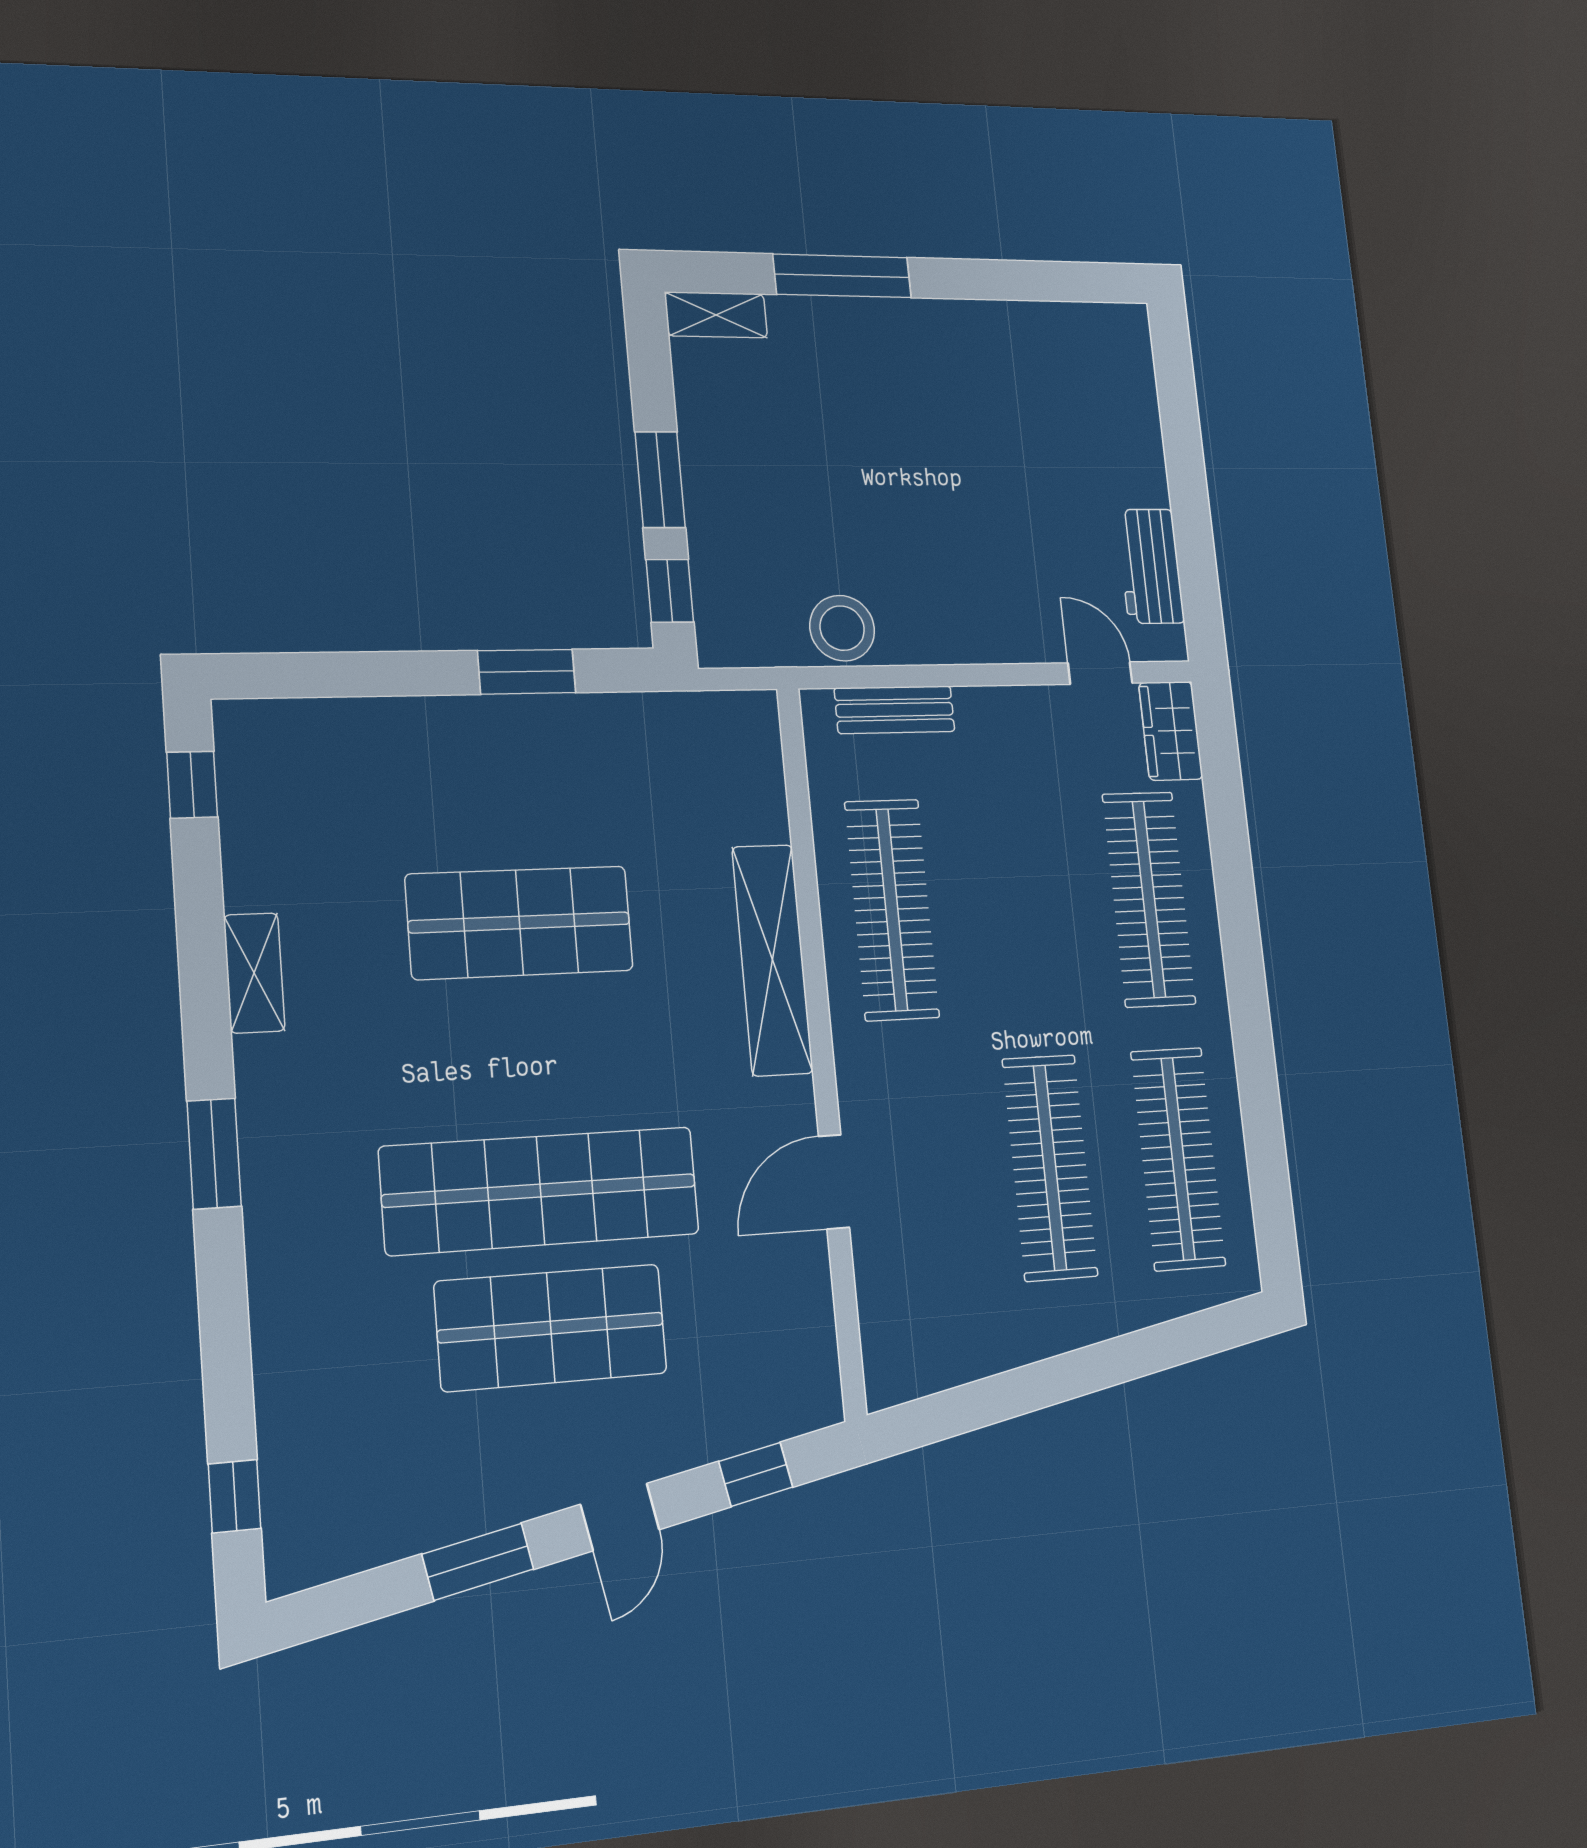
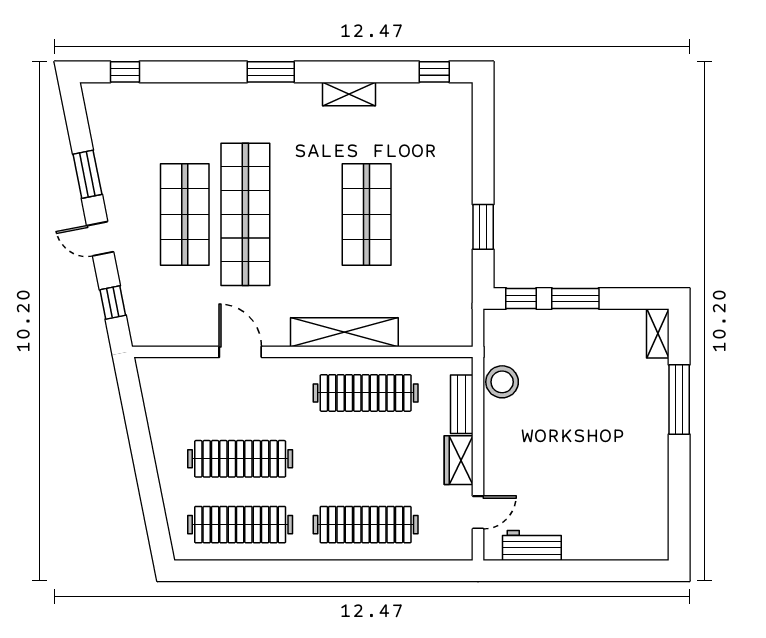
wardrobe: (1171, 731) -> (459, 460), moved, turned -90

